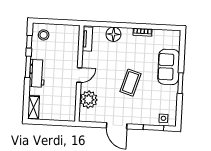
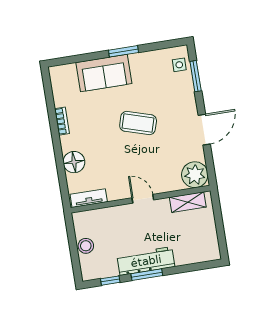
stool: (44, 35) -> (86, 246), moved
workbench: (37, 73) -> (146, 261), width x1.37
plant: (89, 99) -> (195, 175), moved
shelving: (34, 107) -> (188, 202), moved

